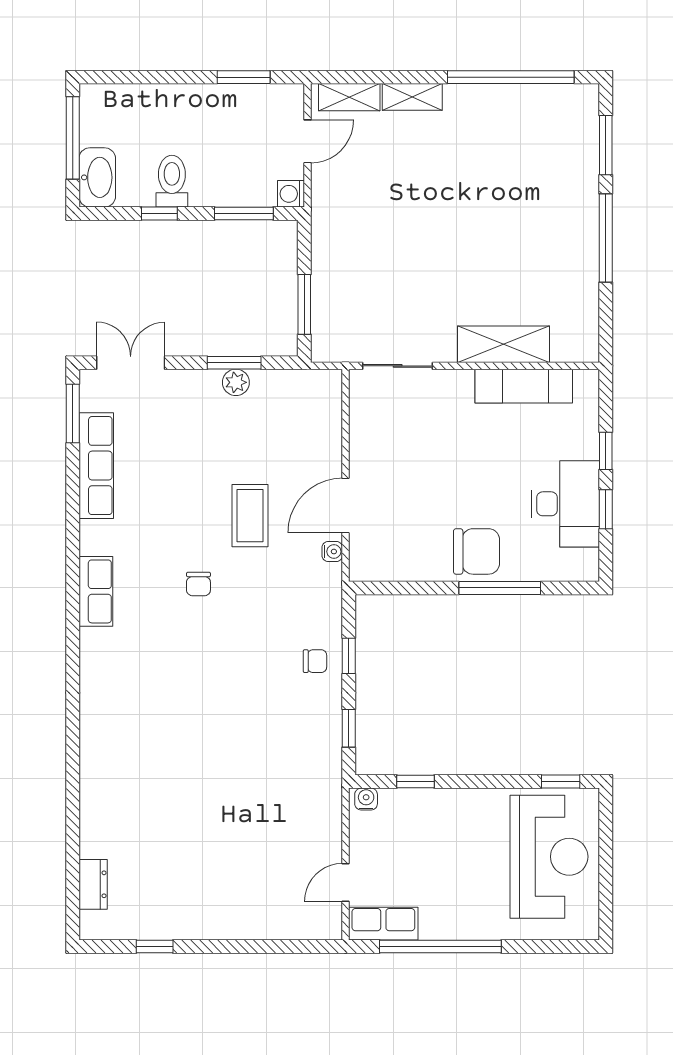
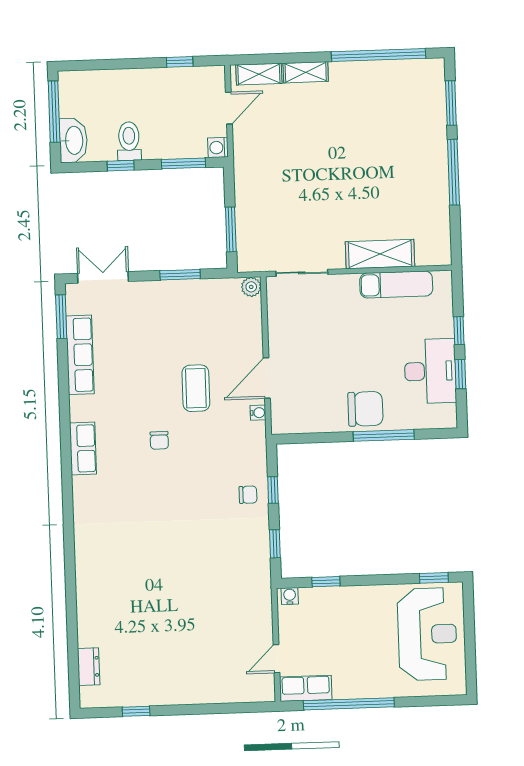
window: (244, 77) -> (180, 62), width x0.67
plant: (236, 382) -> (251, 287), moved

